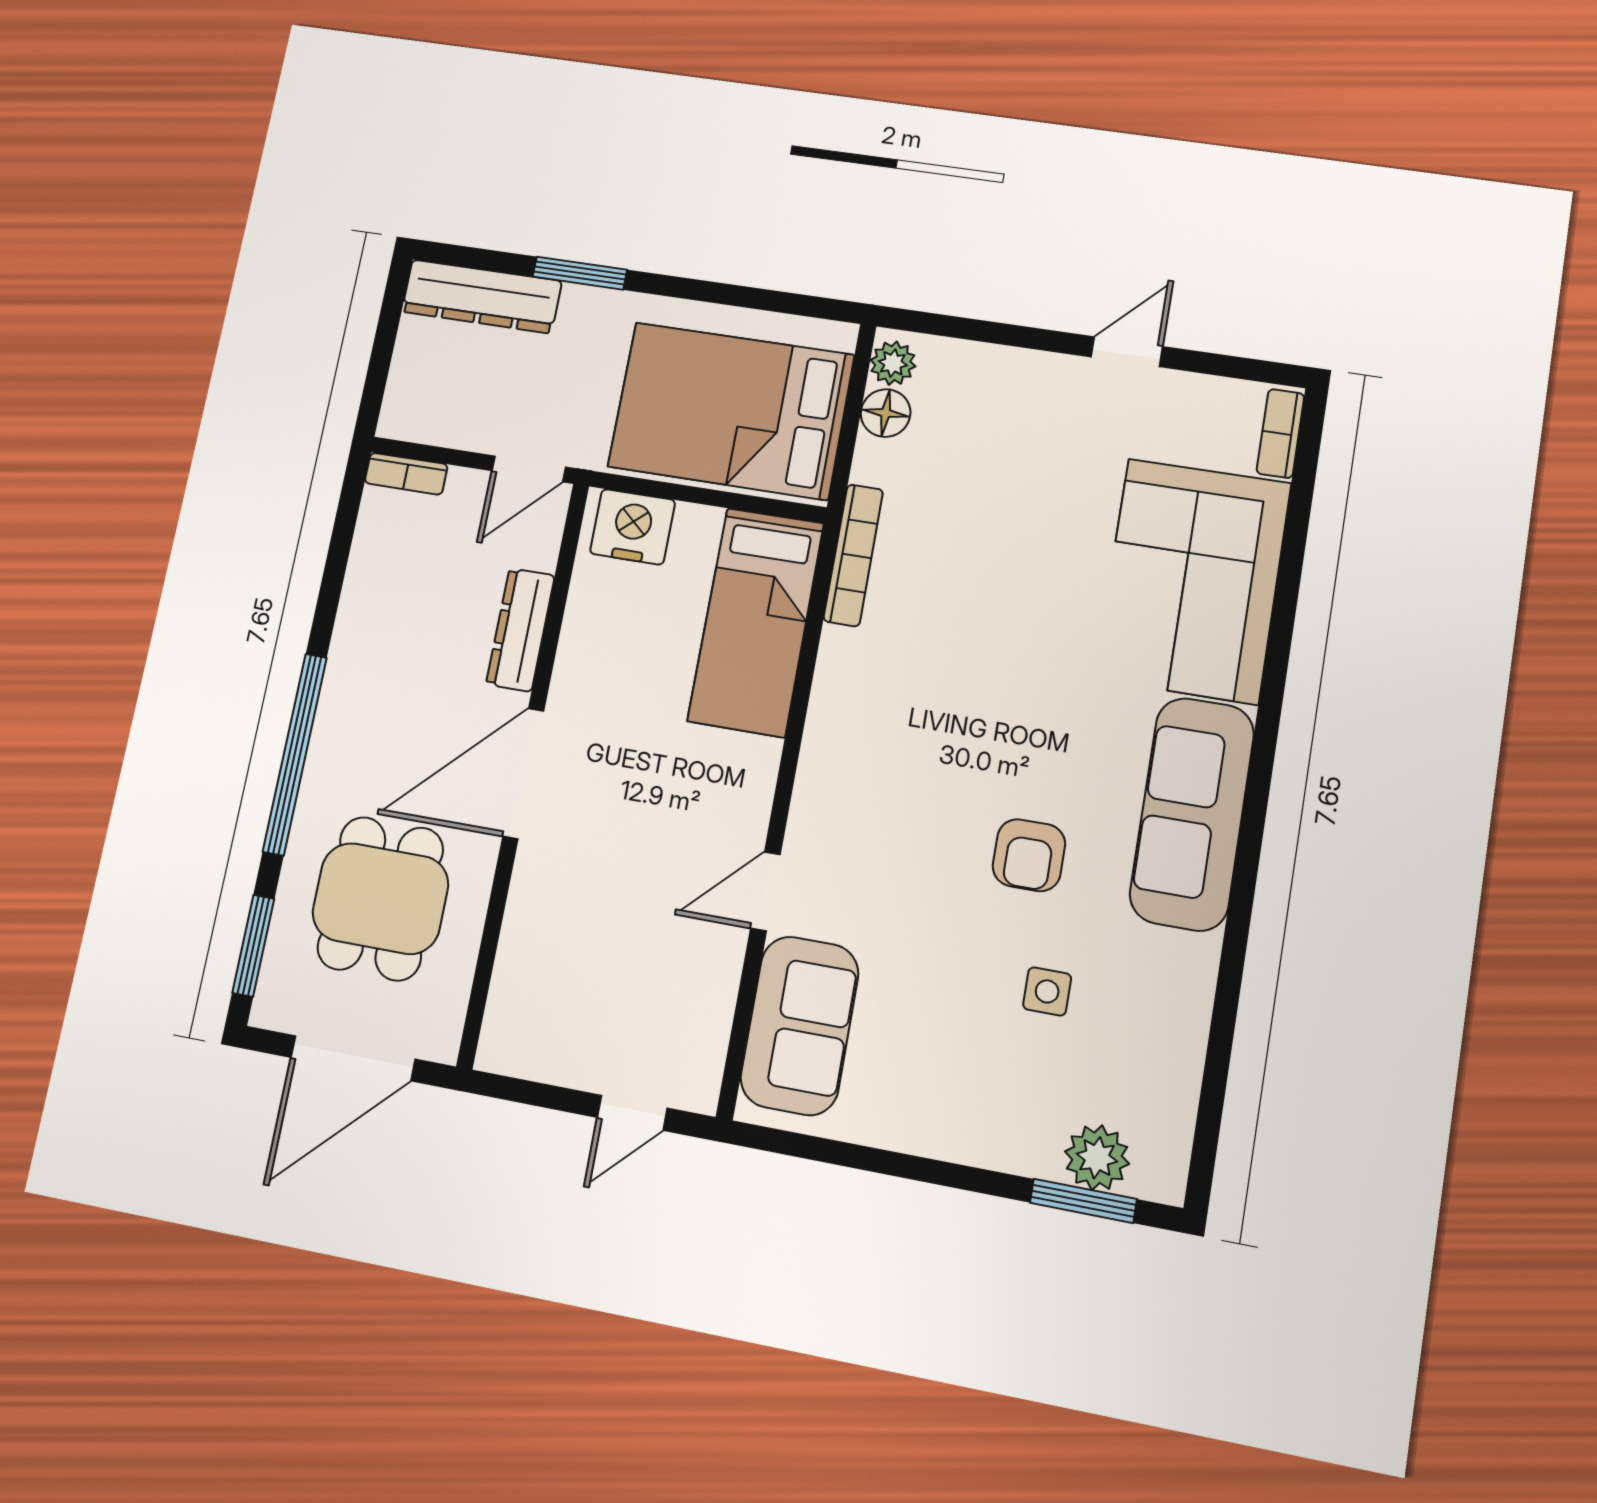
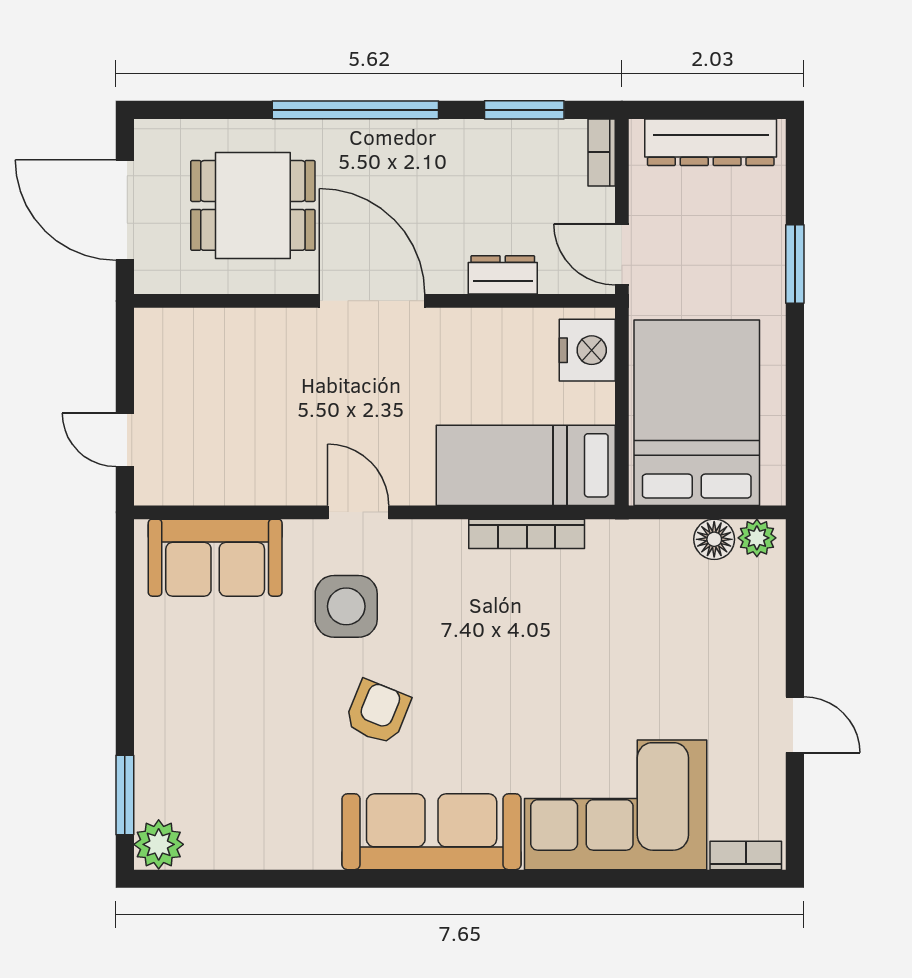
dresser: (482, 296) -> (711, 142), moved, turned -90
bookcase: (853, 555) -> (527, 534), moved
dresser: (520, 630) -> (503, 275), width x0.70
armchair: (1029, 855) -> (378, 712), turned 112
door: (765, 891) -> (358, 512), moved
window: (253, 946) -> (524, 110), moved
side table: (1047, 991) -> (346, 606), moved, width x1.87, depth x1.87
plant: (1097, 1158) -> (159, 844), moved

